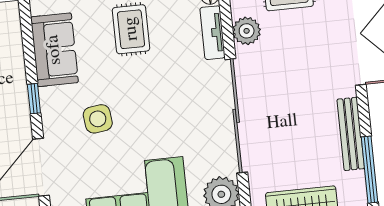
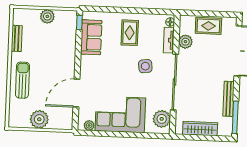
window: (34, 99) -> (79, 22), moved
side table: (98, 119) -> (145, 66), moved

